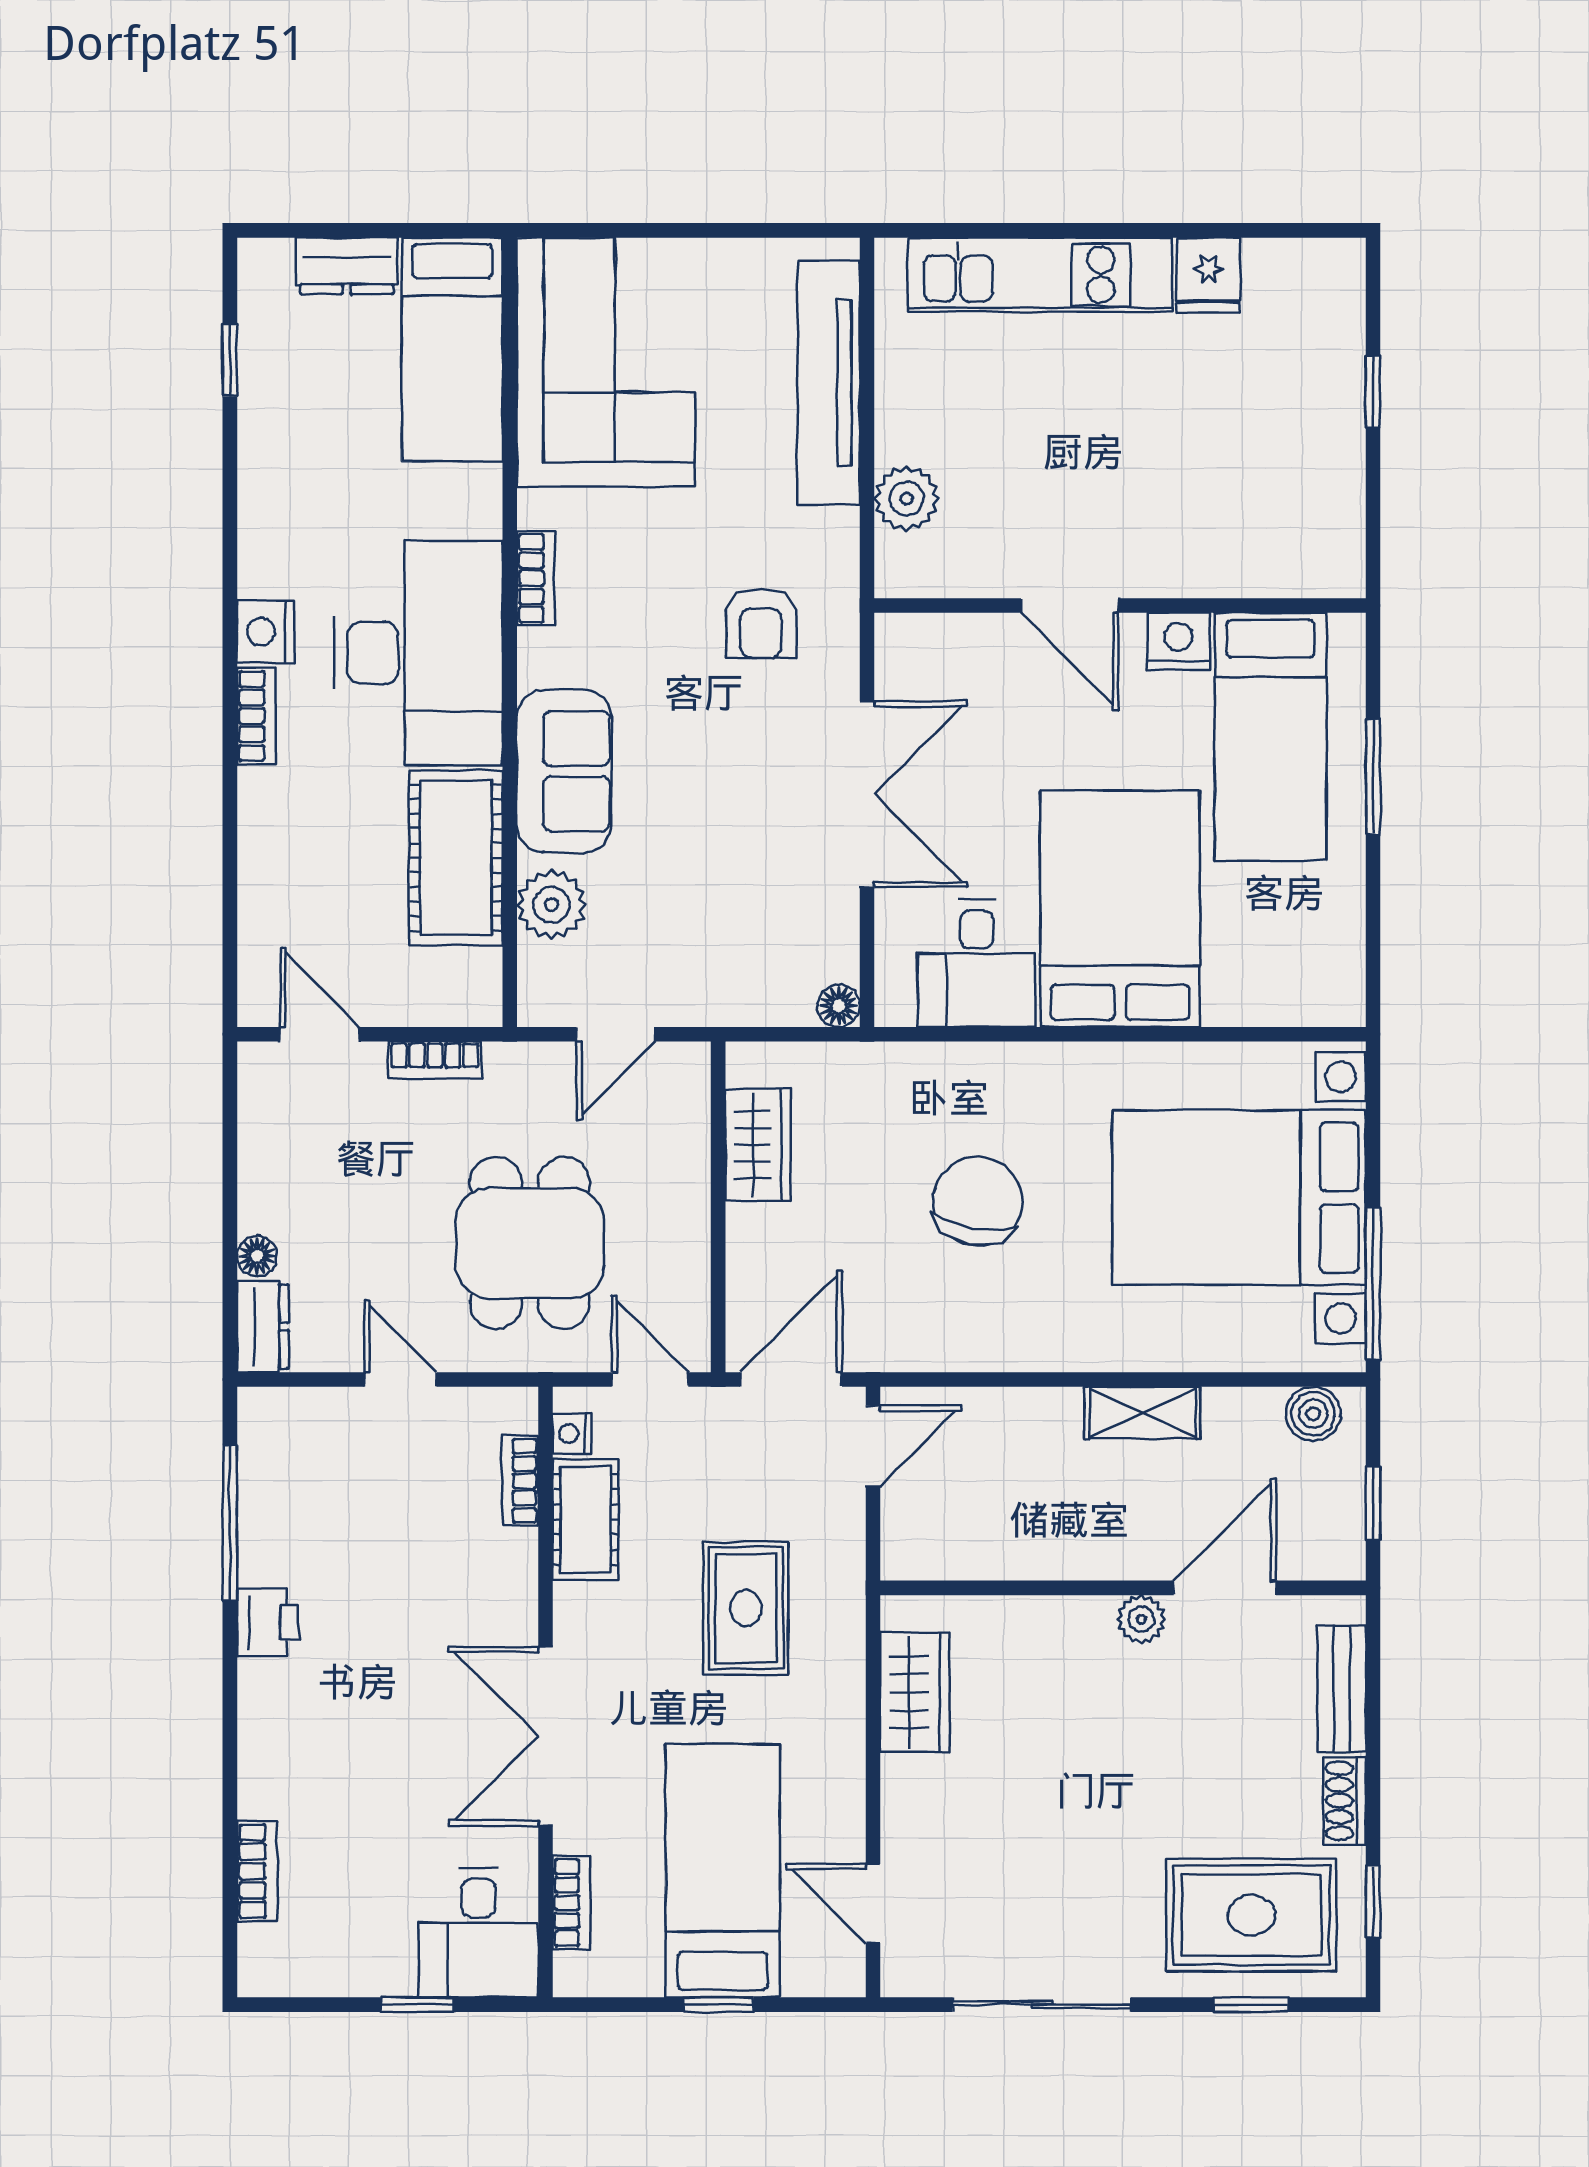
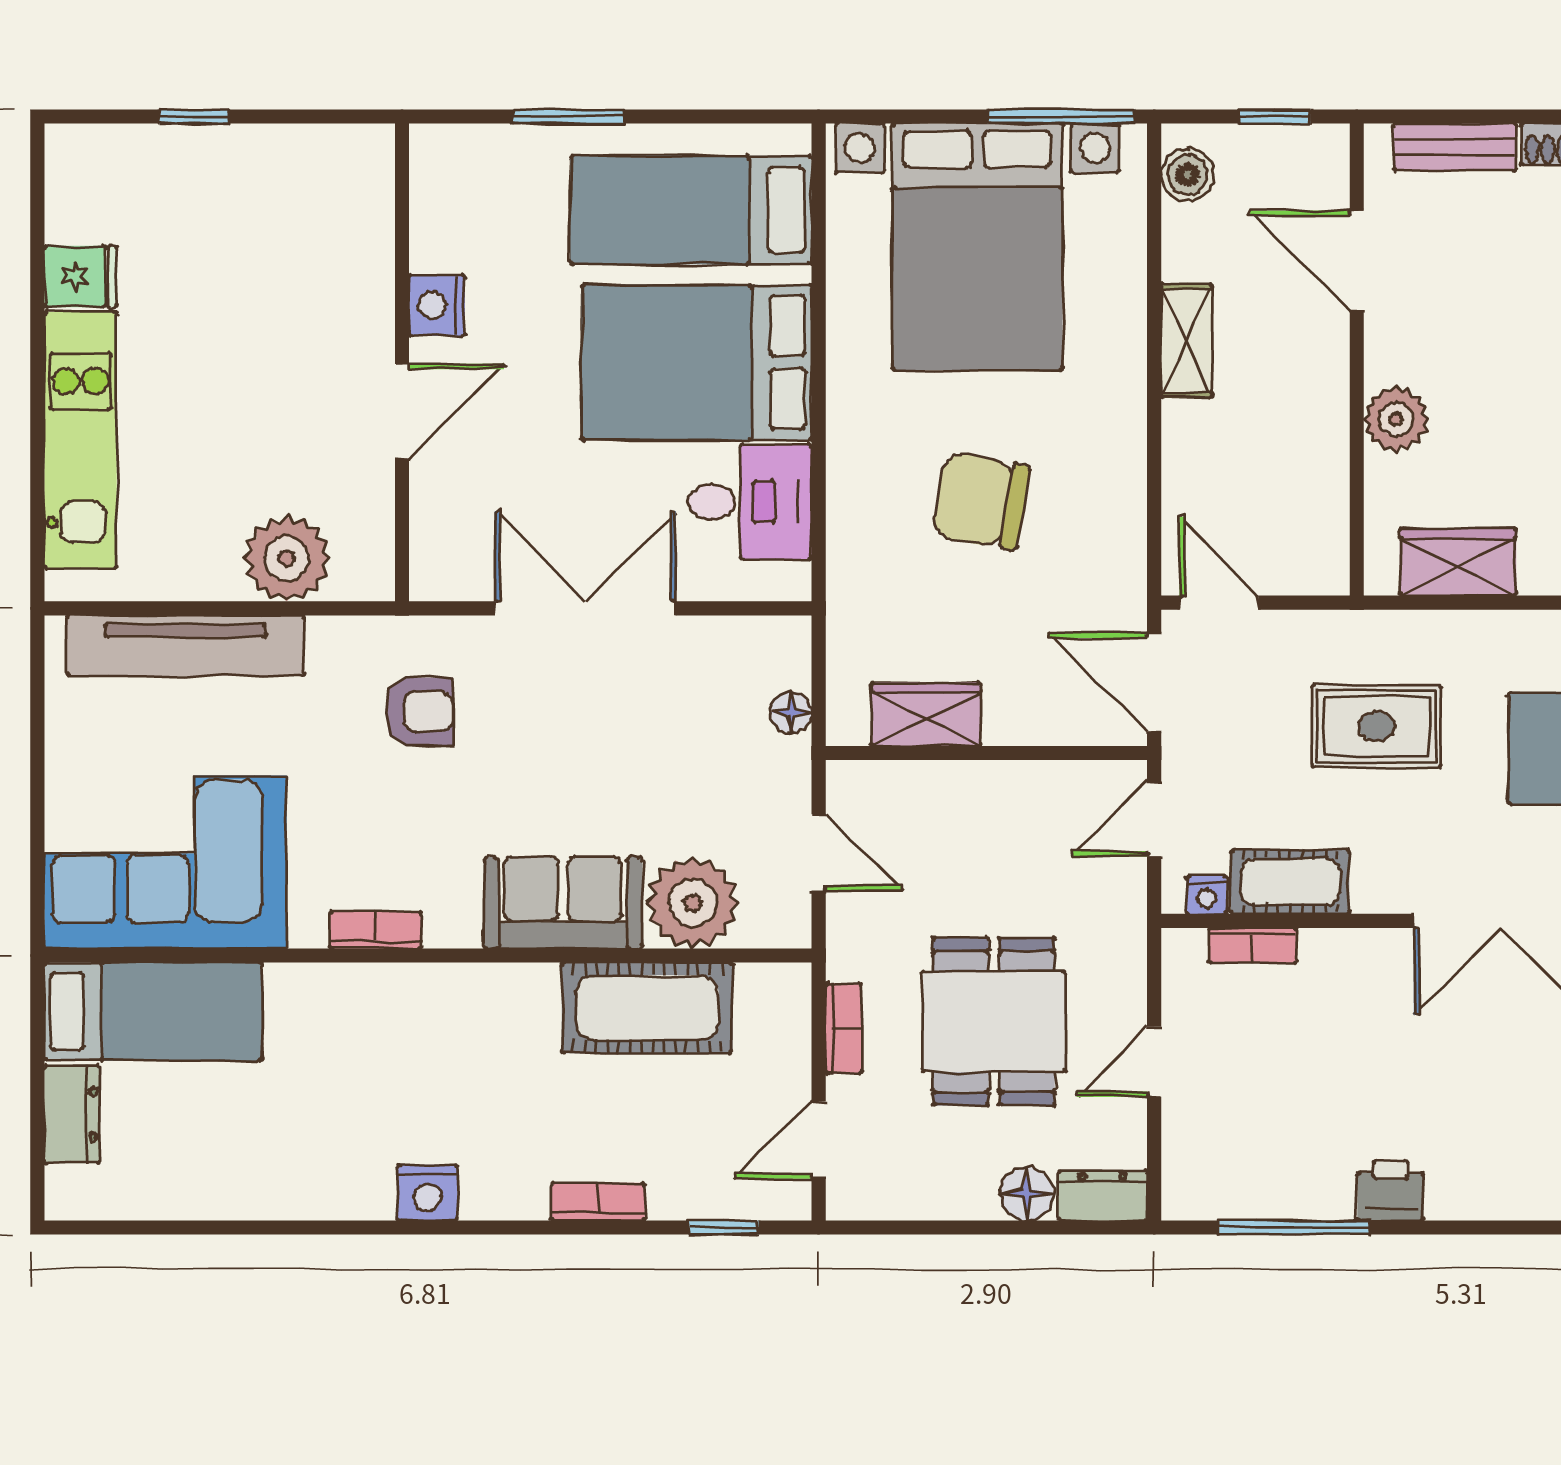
window: (230, 360) -> (723, 1228), moved
plant: (907, 499) -> (287, 558), width x1.36, depth x1.36
desk: (418, 653) -> (448, 1044), removed
bookcase: (256, 716) -> (598, 1202), moved
bed: (1270, 737) -> (691, 210), moved, turned 180
plant: (551, 905) -> (693, 903), width x1.36, depth x1.36
floor lamp: (839, 1006) -> (791, 712), moved
dining table: (530, 1243) -> (994, 1022), moved, turned 90
floor lamp: (257, 1256) -> (1027, 1194), width x1.37, depth x1.37
plant: (1141, 1619) -> (1396, 419), moved, width x1.38, depth x1.38

